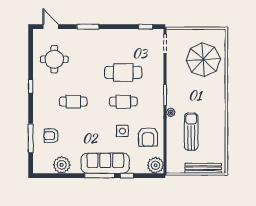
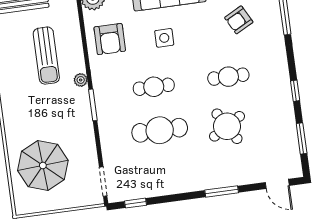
window: (31, 54) -> (302, 138), added
round table: (54, 59) -> (227, 126), moved, turned -31
side table: (122, 131) -> (164, 38), moved
armchair: (51, 136) -> (239, 20), moved, turned 152
armchair: (148, 137) -> (110, 39), turned 180

